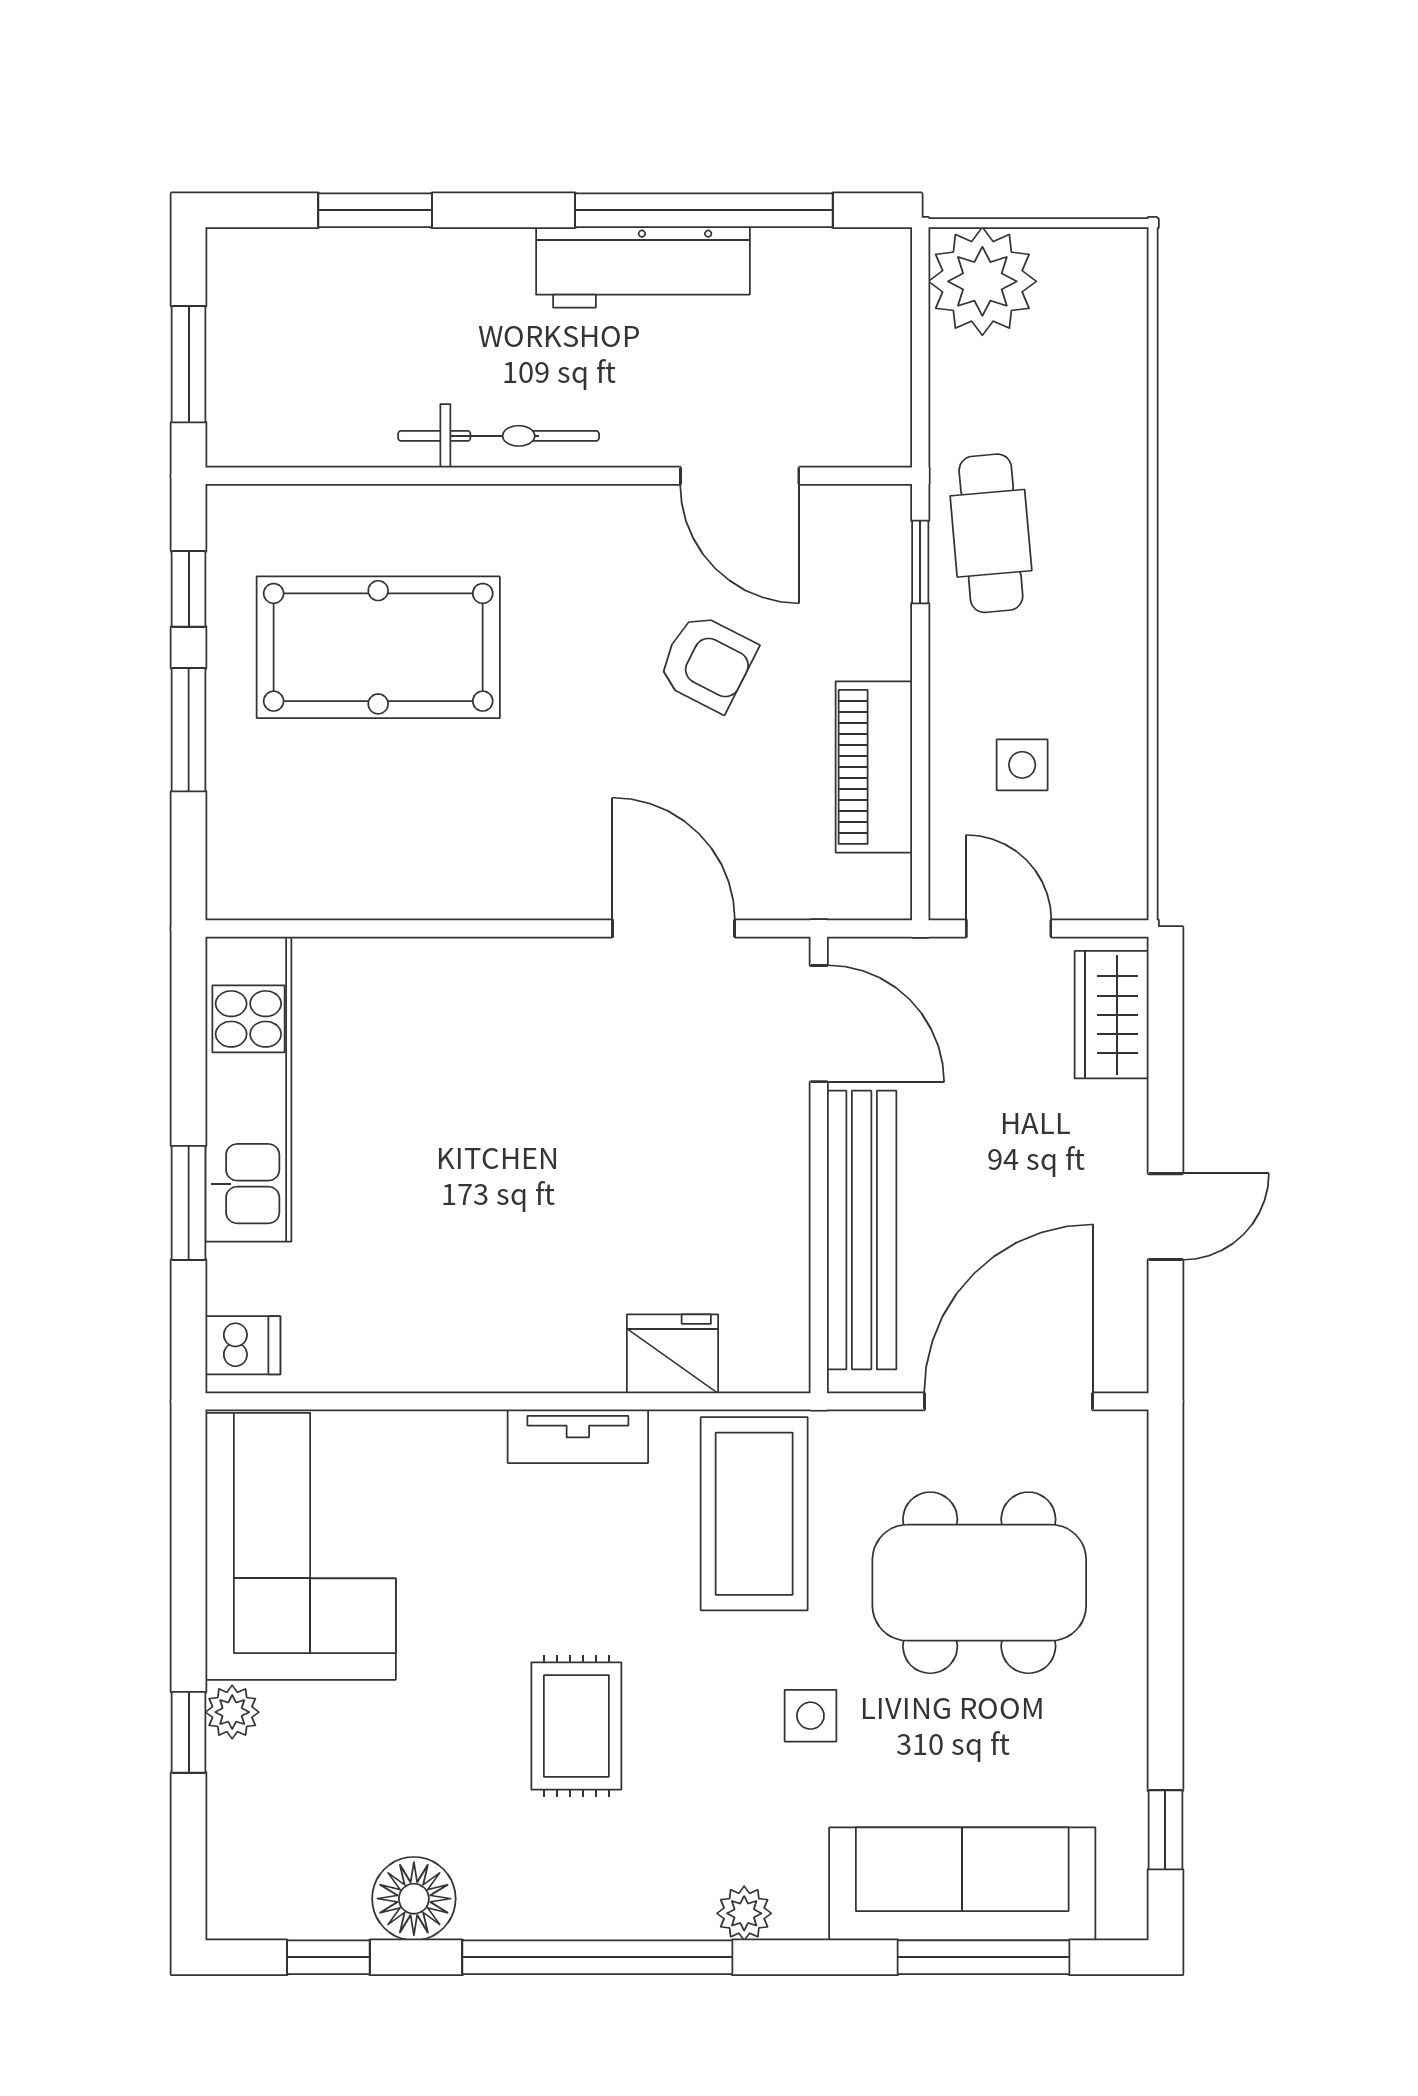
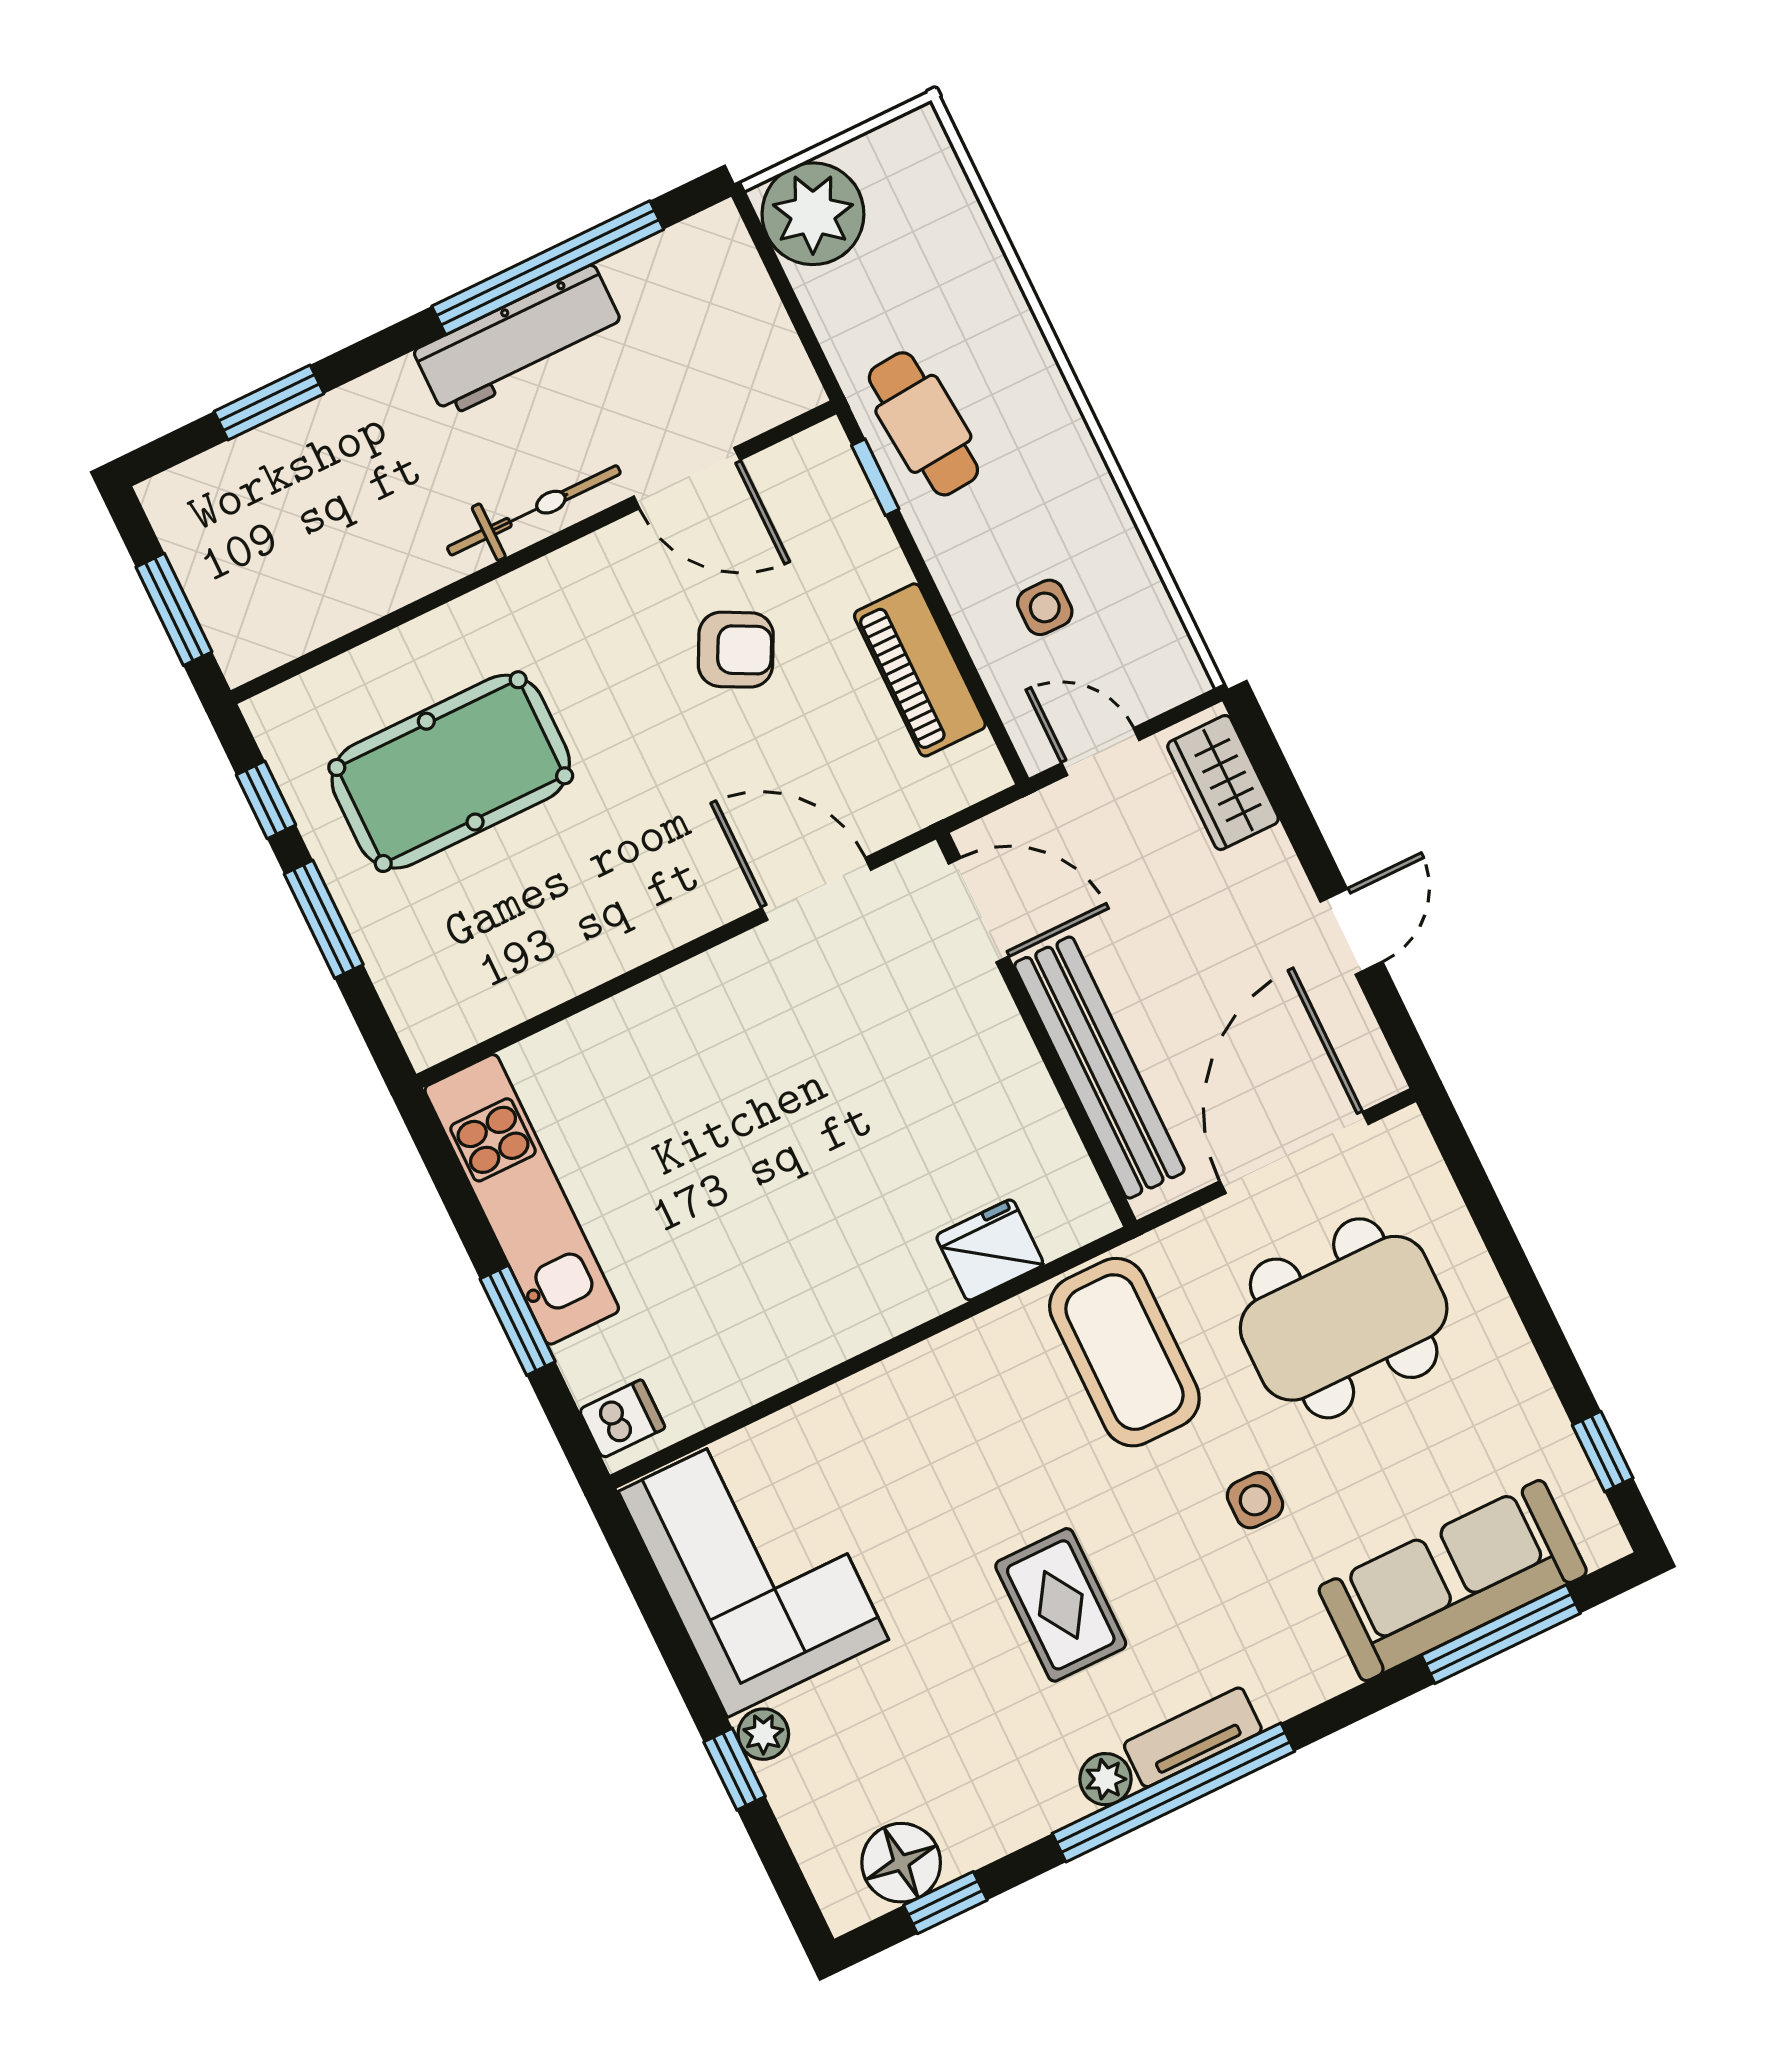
bicycle: (499, 436) -> (534, 510), moved
tv unit: (578, 1436) -> (1193, 1737), moved, turned 180
floor lamp: (414, 1899) -> (901, 1863), moved
plant: (744, 1913) -> (1106, 1779), moved

